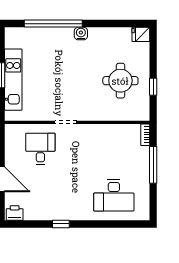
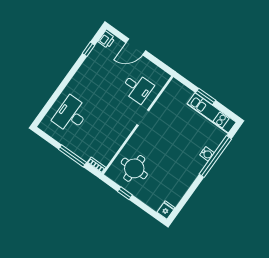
water cooler: (81, 34) -> (207, 154), moved
kitchen unit: (13, 80) -> (212, 113), moved
round table: (120, 81) -> (134, 168), moved
window: (61, 224) -> (88, 49), moved

